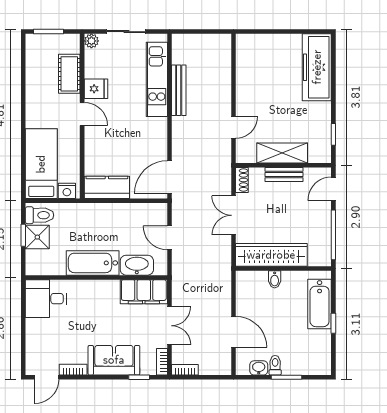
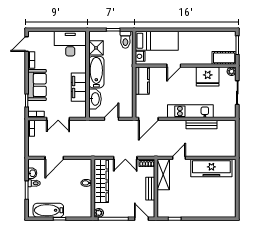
freezer: (317, 67) -> (211, 168), moved, turned 180
cot: (69, 74) -> (224, 58), moved
kitchen unit: (157, 79) -> (190, 111), moved
fridge: (96, 89) -> (208, 76), width x1.88, depth x1.34
door: (82, 114) -> (174, 66), moved
door: (234, 127) -> (179, 158), swing flipped
shelving: (282, 153) -> (163, 175), moved
door: (169, 177) -> (148, 119), swing flipped
double door: (234, 215) -> (125, 158), swing flipped
shower: (37, 237) -> (96, 48), moved
plant: (324, 259) -> (99, 213), added
filing cabinet: (144, 292) -> (79, 87), moved
desk: (46, 299) -> (70, 44), width x1.37
bathtub: (320, 304) -> (48, 210), moved
door: (47, 377) -> (27, 44), hinge flipped

